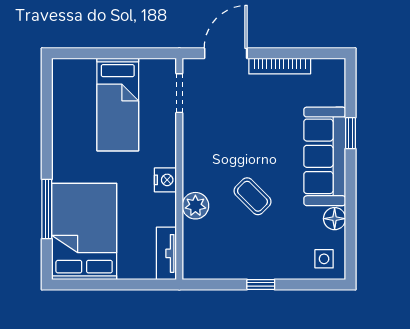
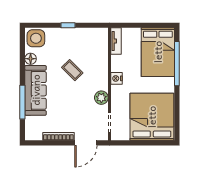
bed: (118, 104) -> (152, 117), width x2.04
window: (350, 133) -> (22, 102), width x2.17
plant: (195, 206) -> (101, 98), moved
window: (47, 209) -> (177, 64), width x1.46
side table: (324, 259) -> (36, 38), width x1.87, depth x1.87

